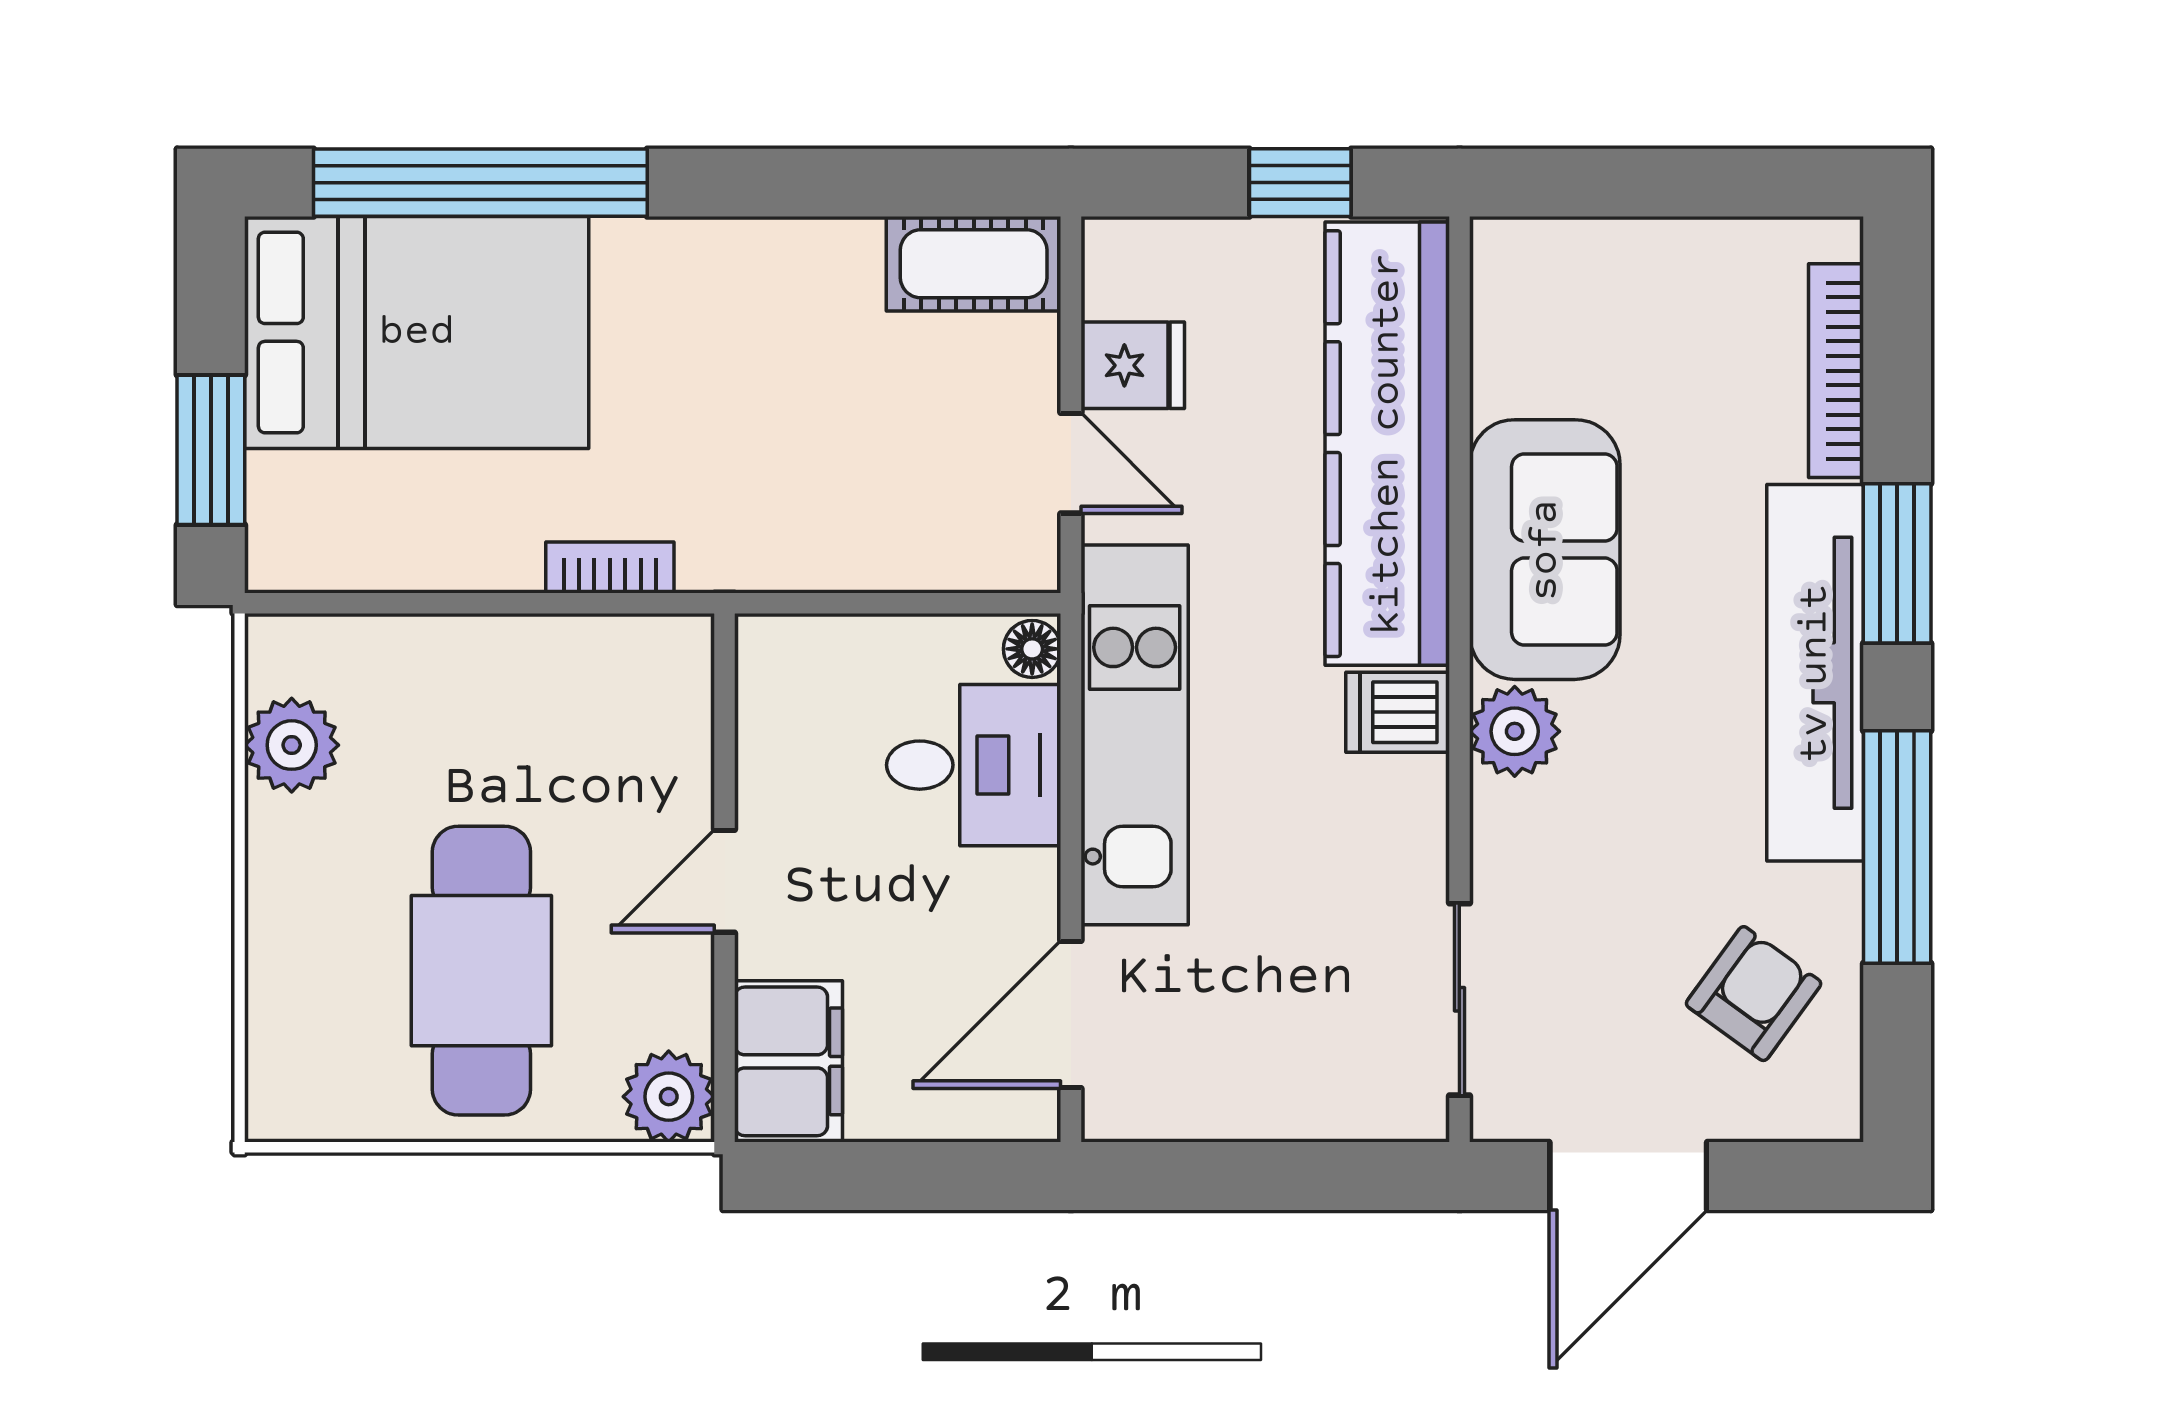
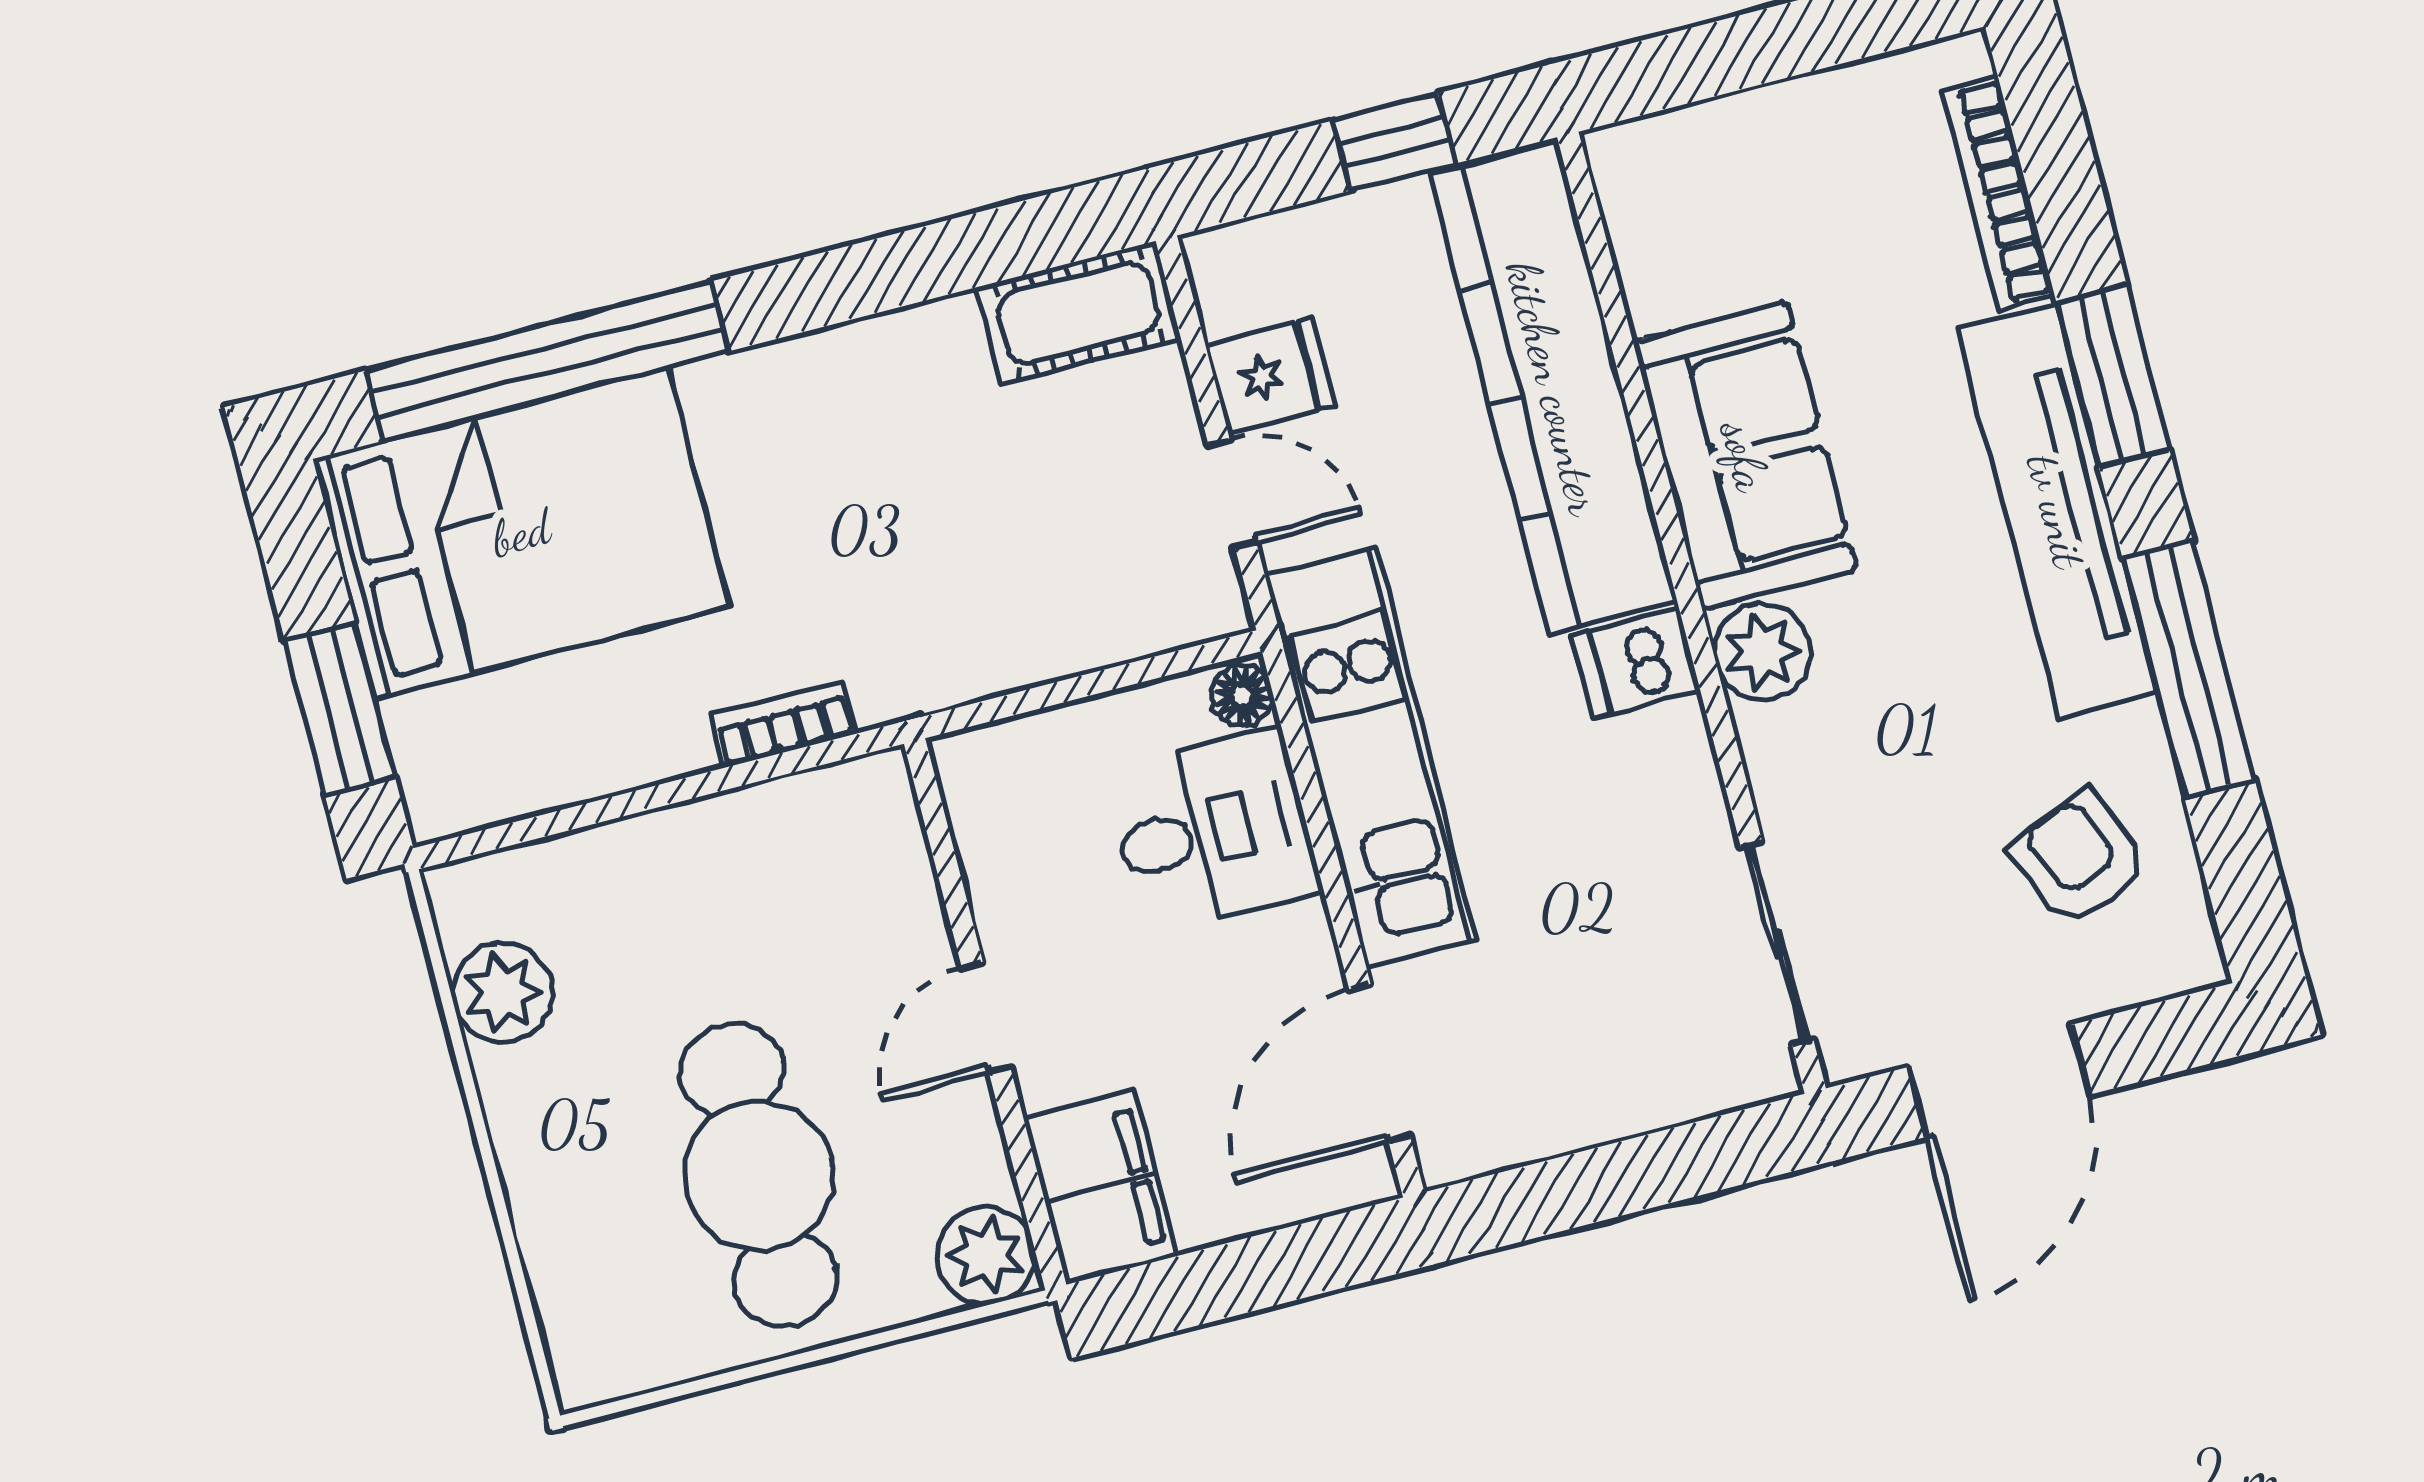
armchair: (1754, 994) -> (2079, 859), turned -59

